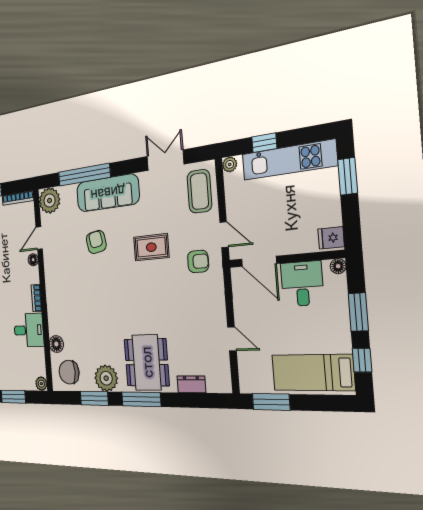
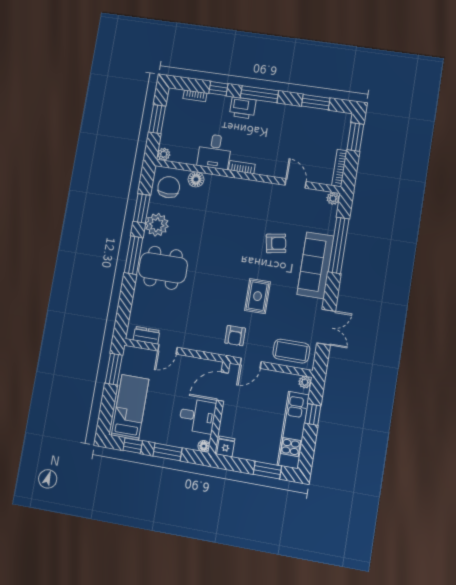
plant: (50, 200) -> (333, 198), width x0.53, depth x0.53
floor lamp: (33, 260) -> (278, 172), removed
dresser: (191, 384) -> (146, 335), moved, turned -90

